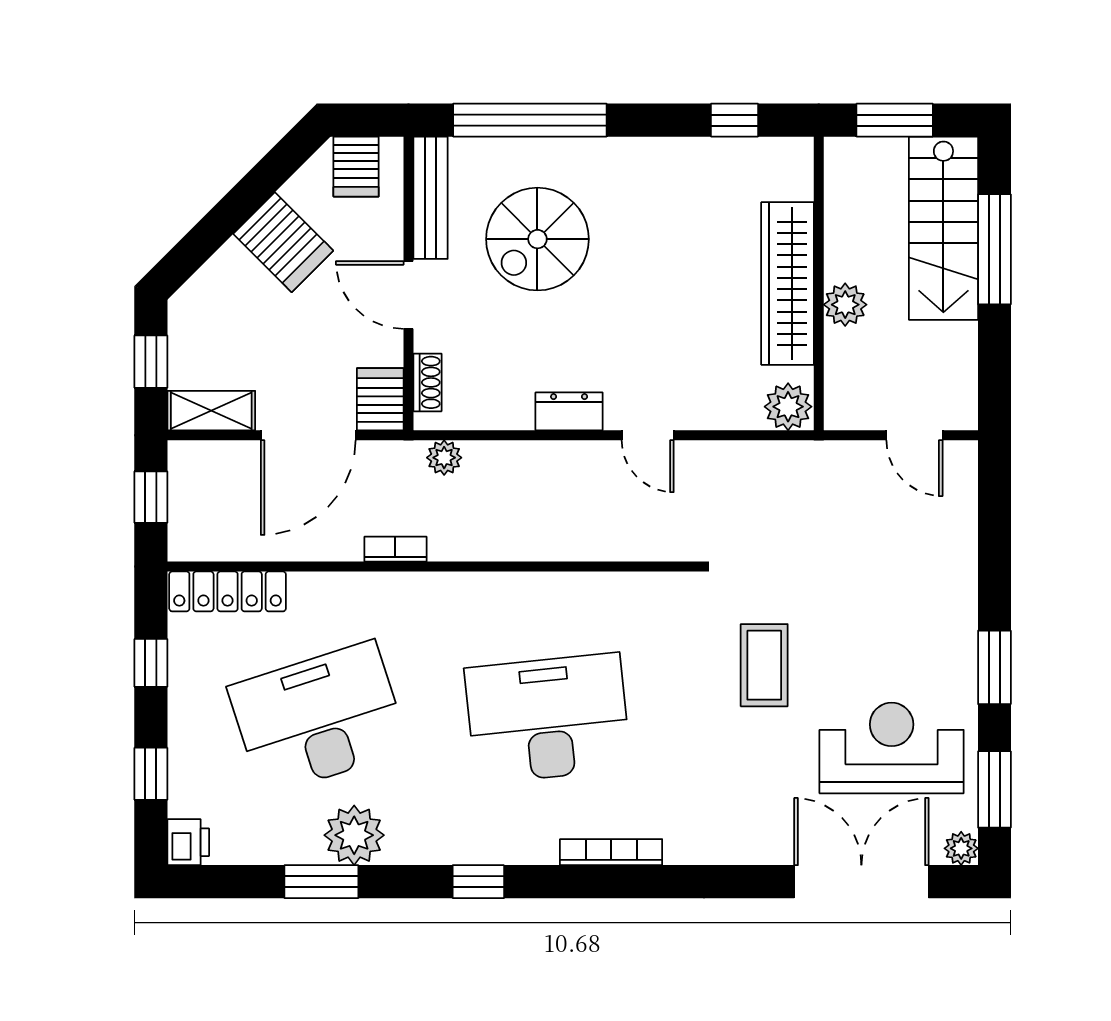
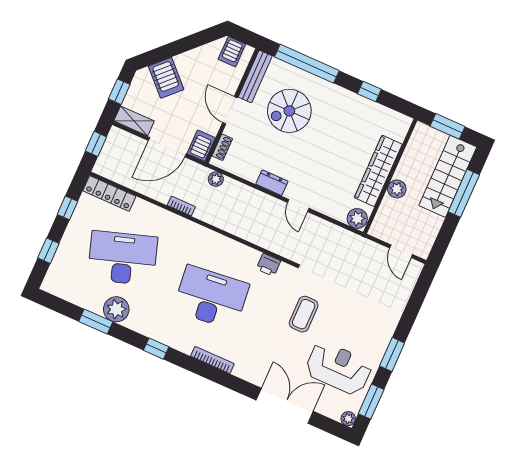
window: (735, 120) -> (369, 91), moved
server rack: (283, 242) -> (166, 78), moved
printer: (188, 842) -> (268, 265), moved, turned 90
double door: (861, 882) -> (285, 406), moved

